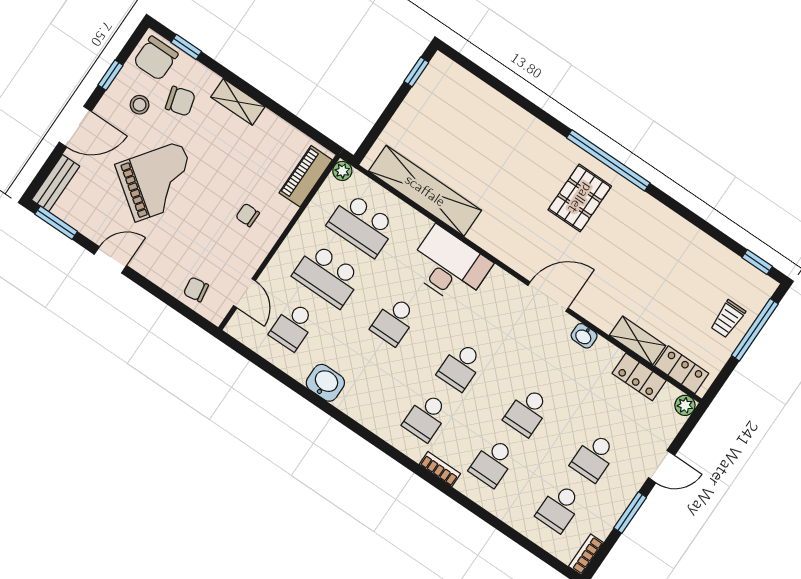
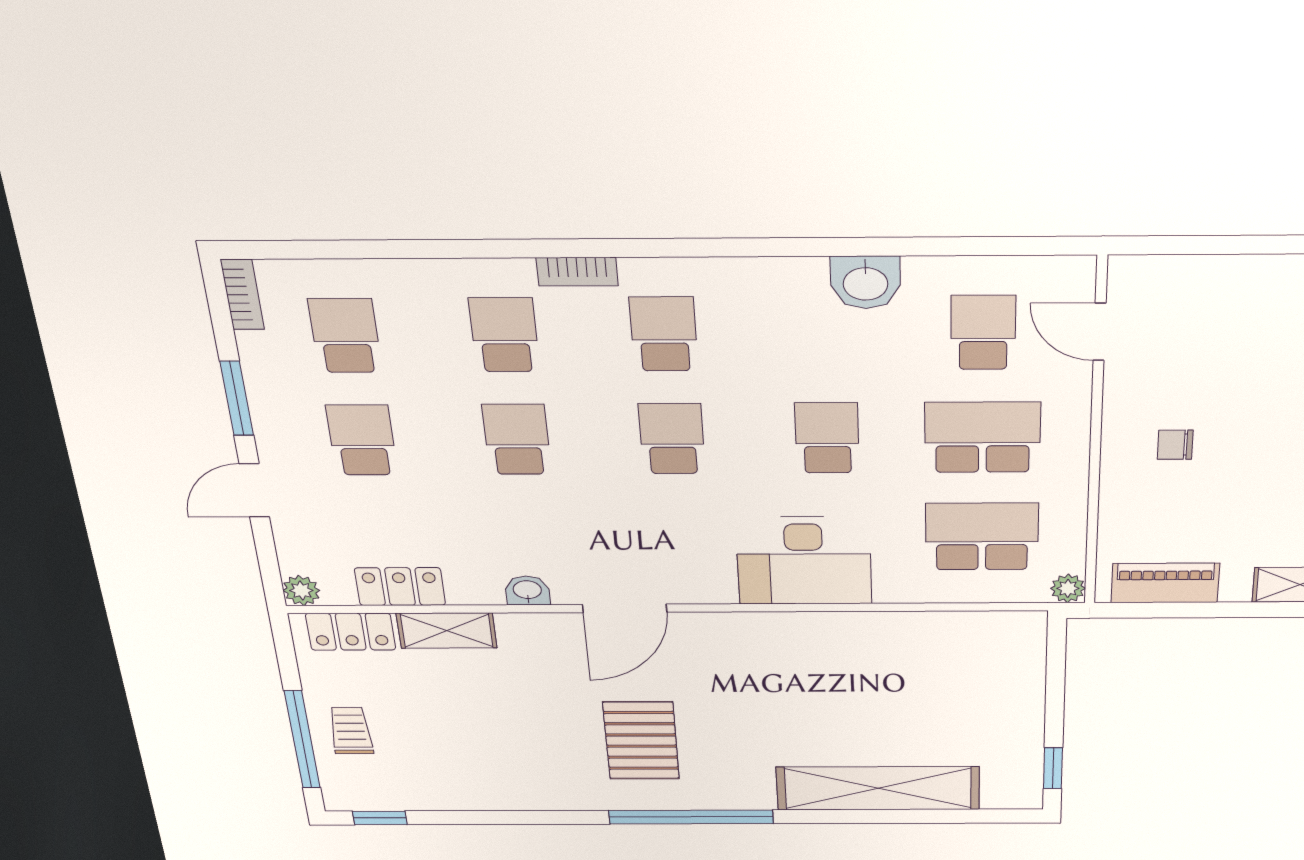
piano: (306, 176) -> (1165, 583), moved, turned -90
shelving: (425, 191) -> (878, 788), moved
pallet: (580, 198) -> (641, 741), moved
chair: (248, 215) -> (1175, 445), turned 180
chair: (196, 289) -> (1186, 288), removed

